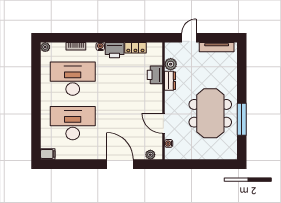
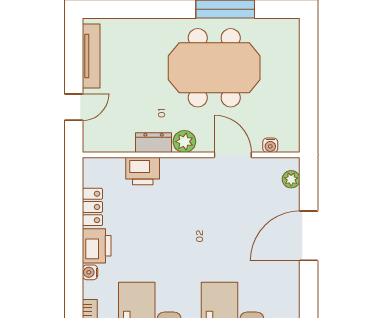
door: (189, 38) -> (74, 107), swing flipped
plant: (171, 64) -> (184, 142), moved
door: (163, 123) -> (233, 155), swing flipped

